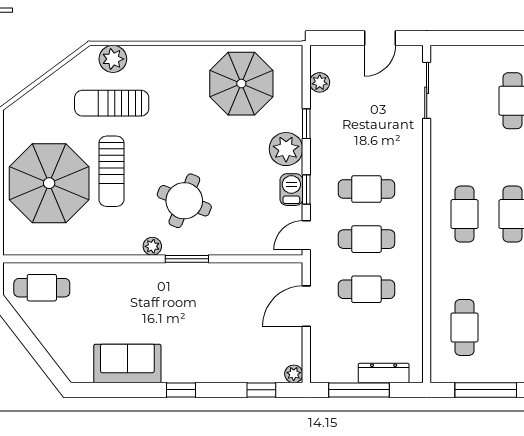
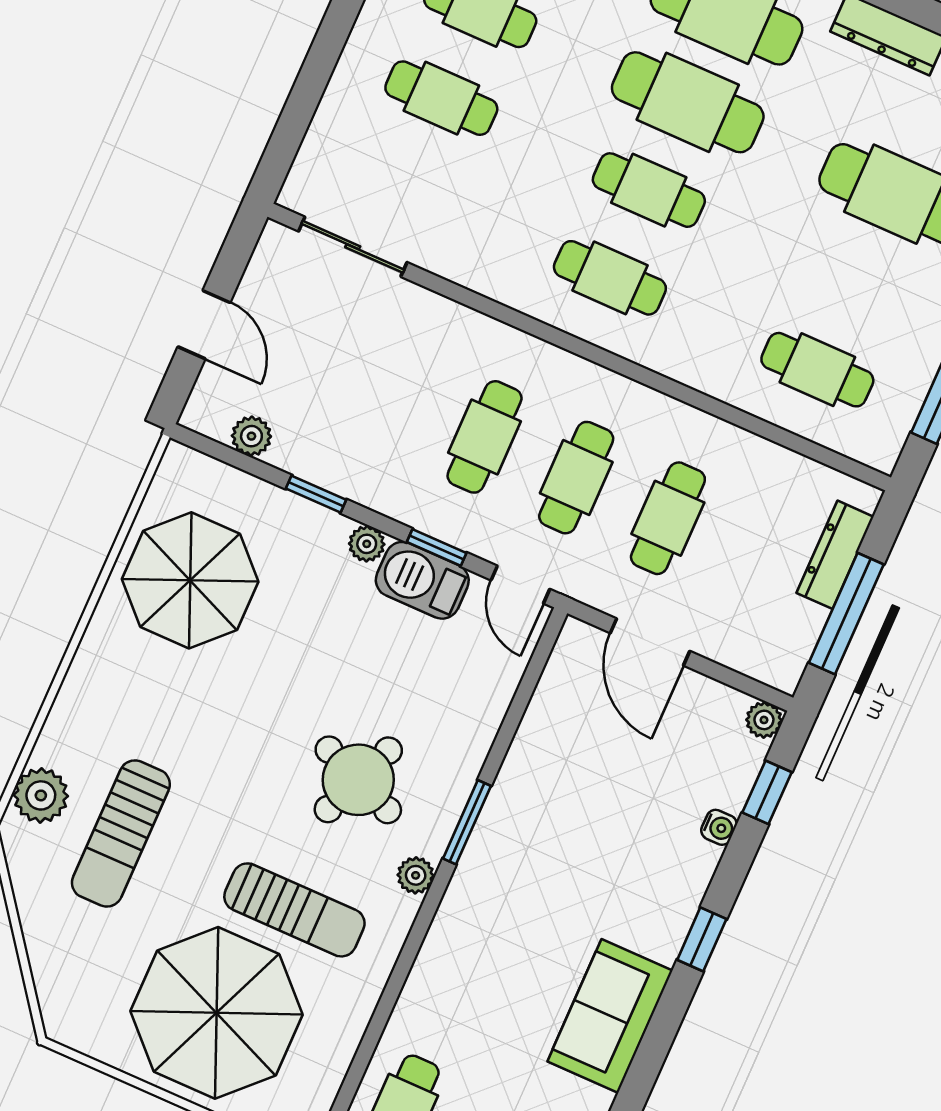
door: (380, 38) -> (204, 325), moved
plant: (286, 149) -> (367, 544), width x0.53, depth x0.53
sun lounger: (111, 171) -> (294, 910), moved
barbecue: (291, 190) -> (422, 580), width x1.38, depth x1.27
water cooler: (236, 375) -> (719, 827), added

